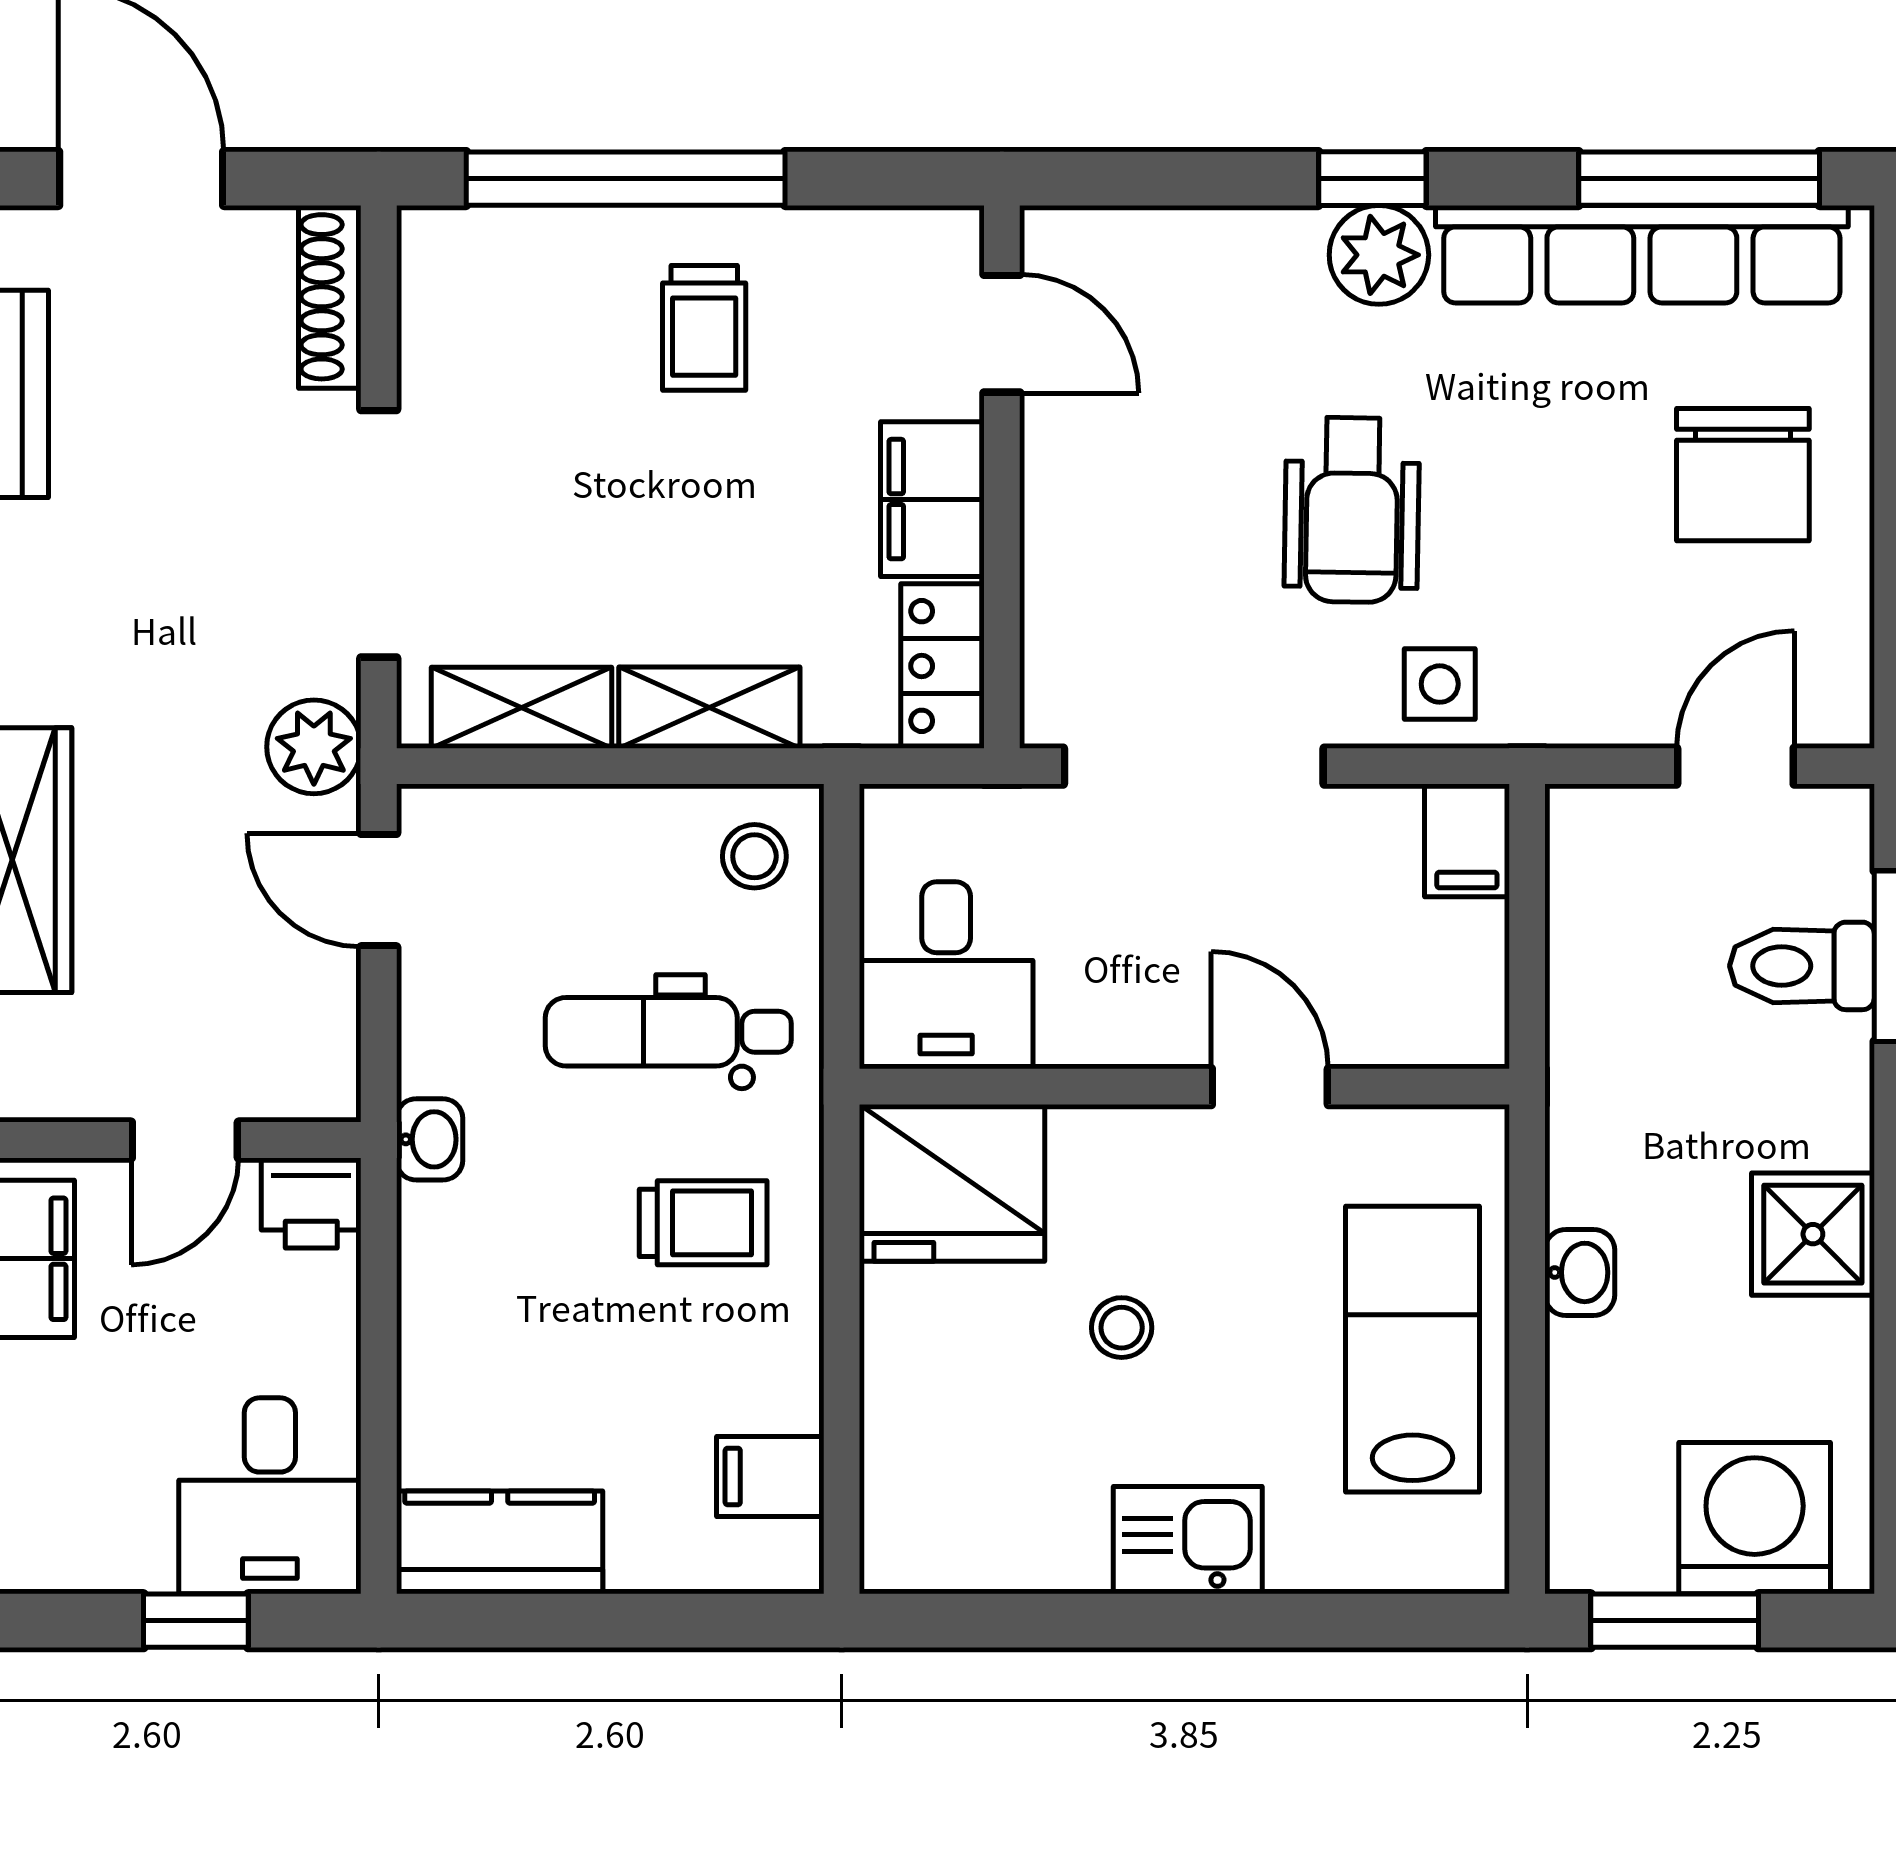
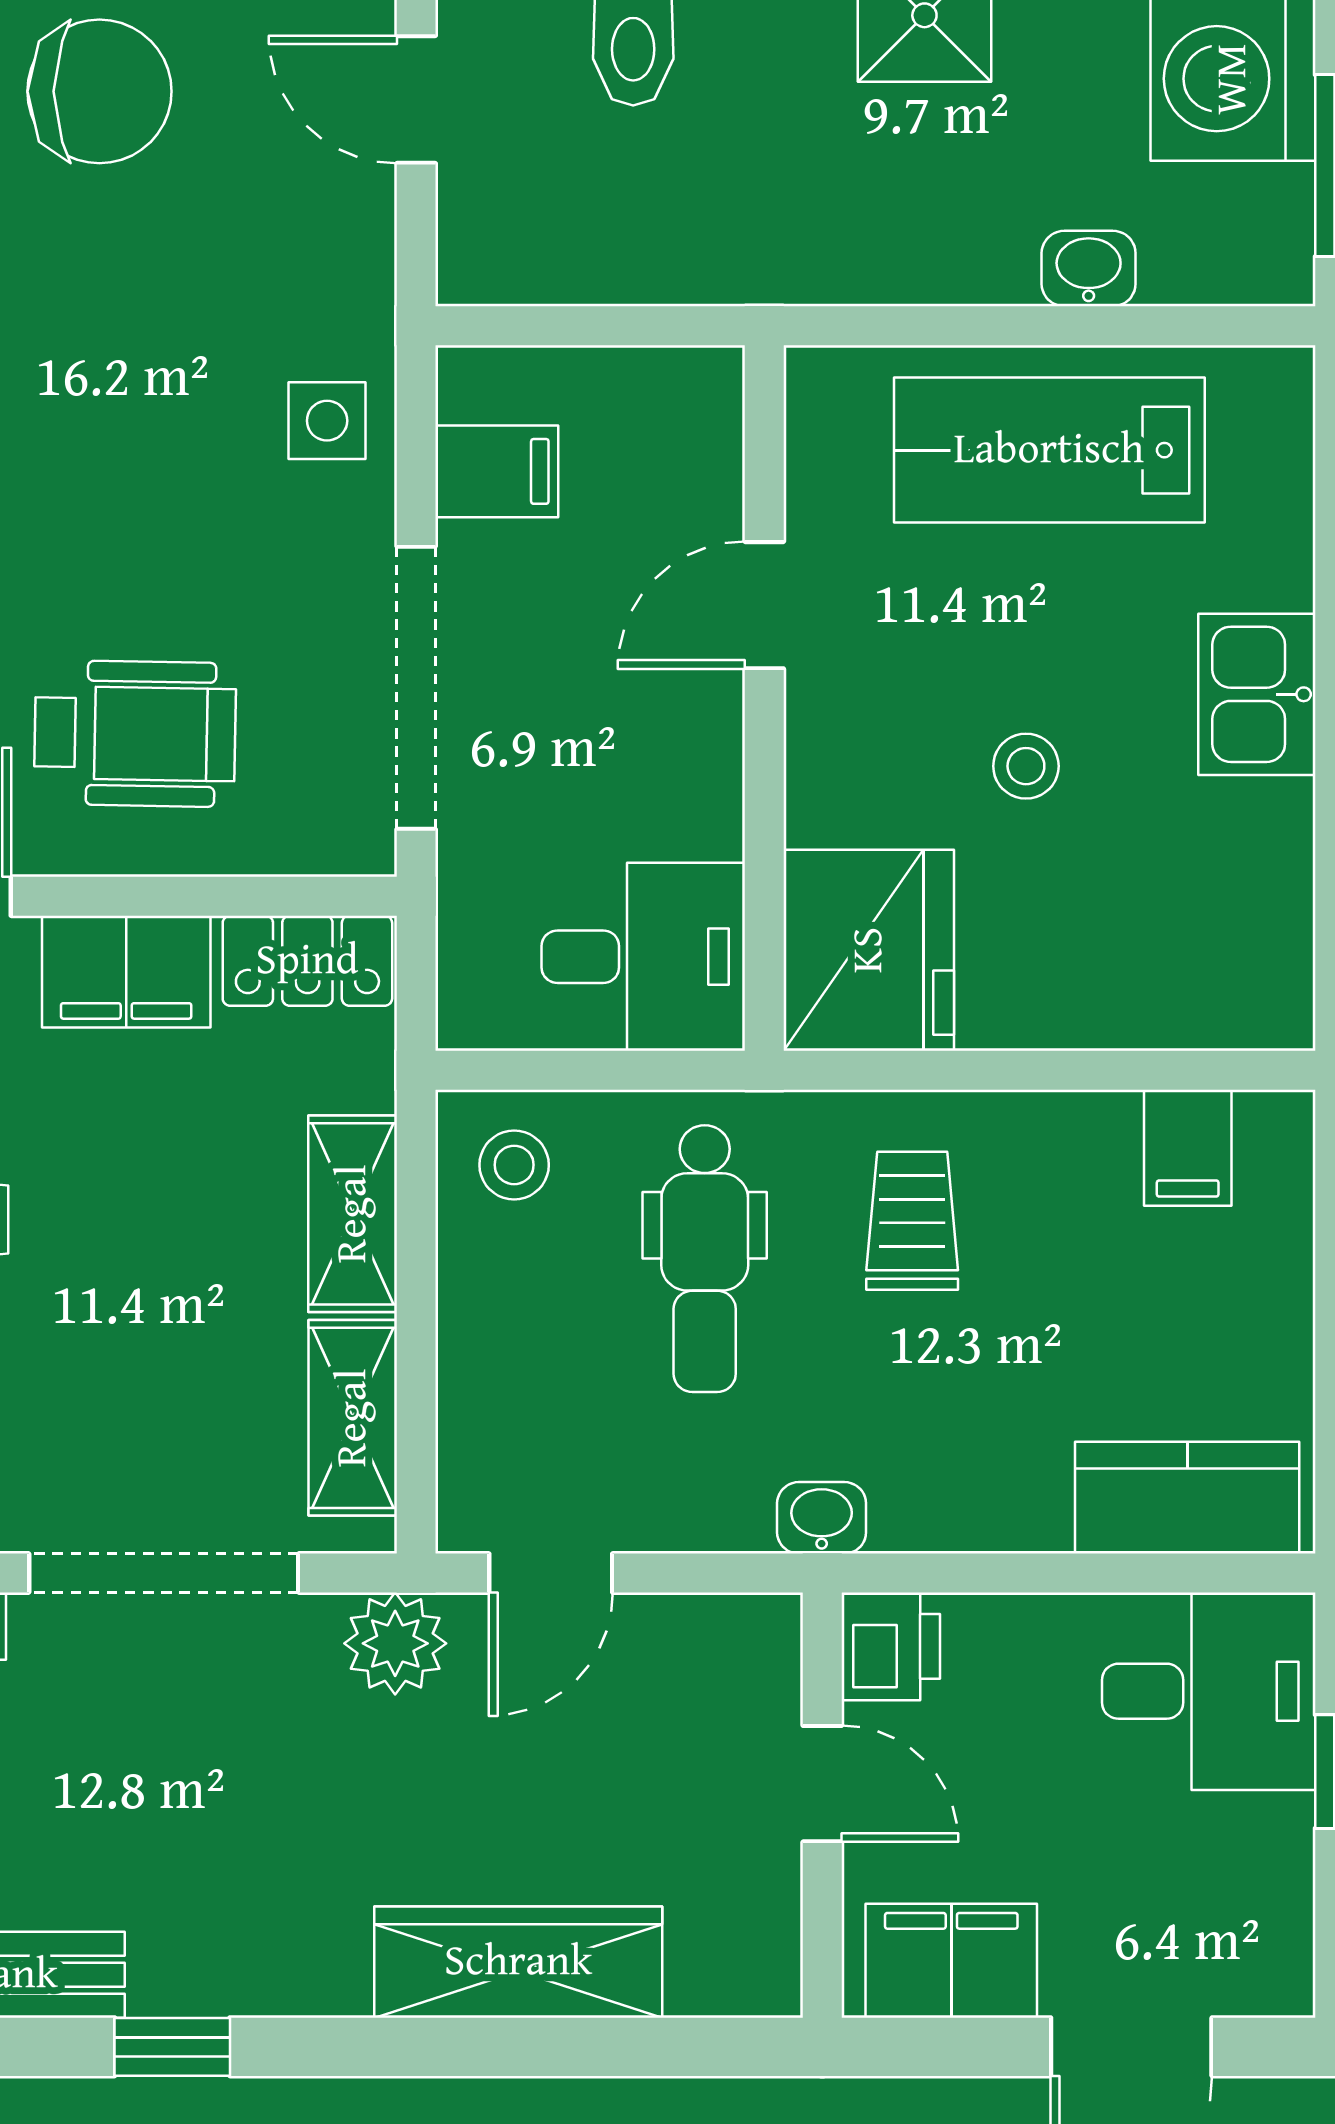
wheelchair: (1352, 510) -> (135, 734), moved
filing cabinet: (1467, 840) -> (497, 471), moved
washbasin: (1580, 1272) -> (1089, 269), moved
kitchen counter: (500, 1542) -> (1187, 1498), moved, turned 90

